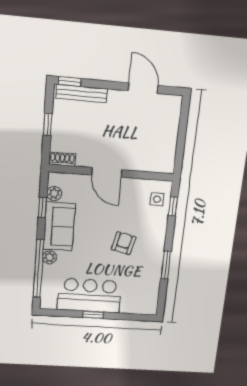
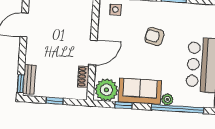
bench: (82, 94) -> (29, 79), width x0.73
shoe rack: (62, 159) -> (83, 77), moved
plant: (54, 194) -> (106, 90), width x1.88, depth x1.88

